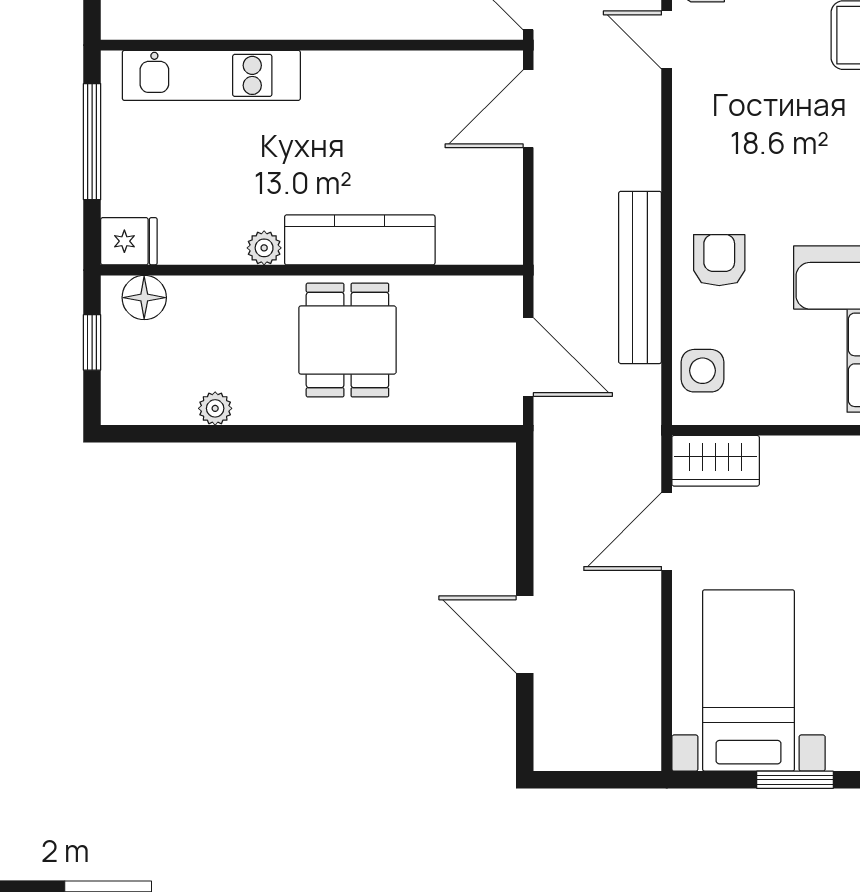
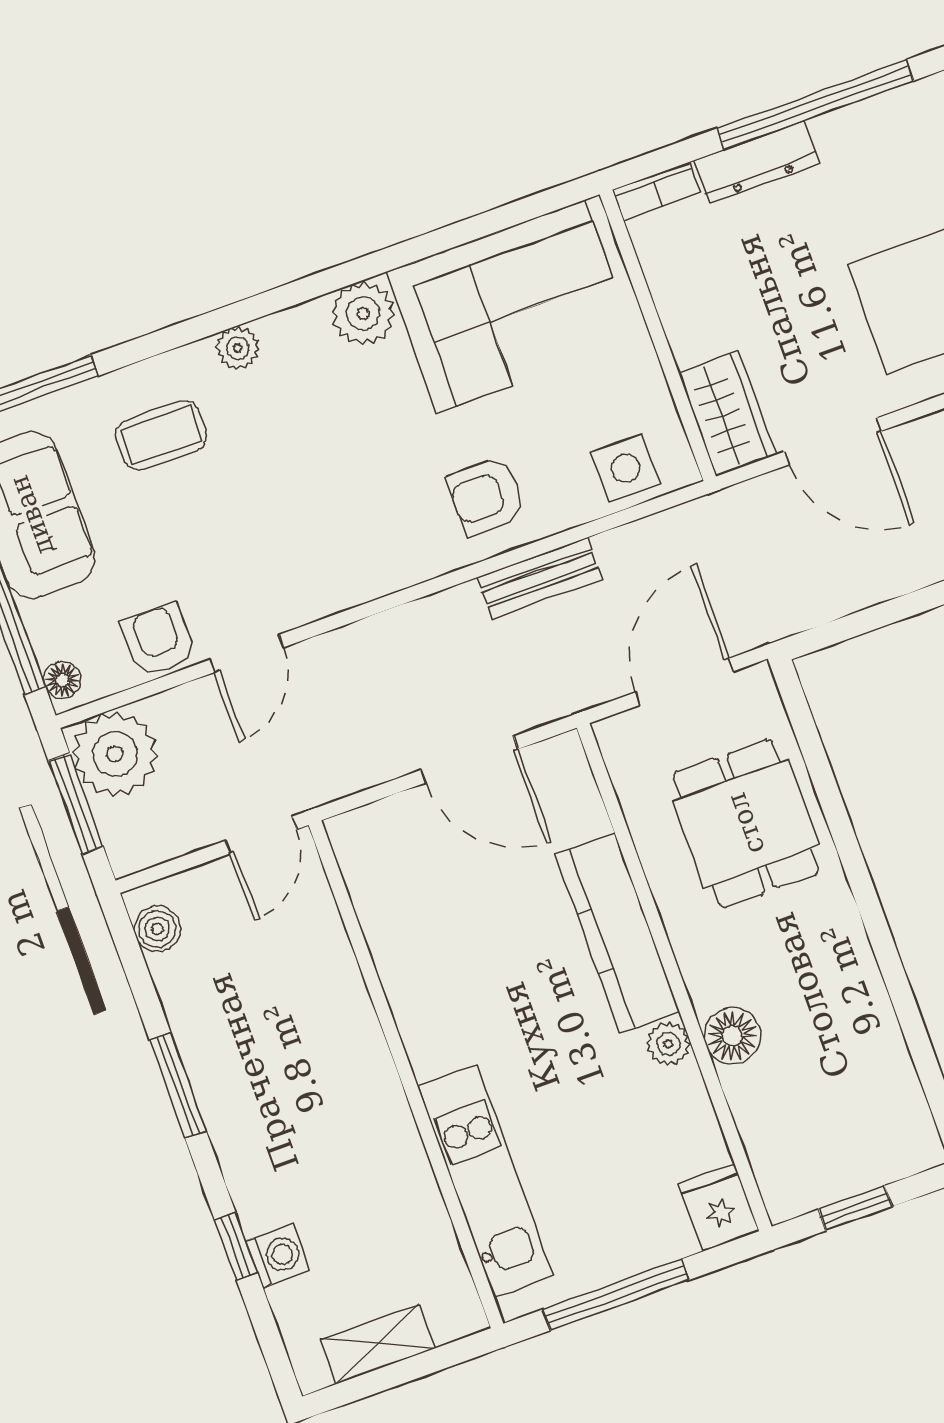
door: (528, 109) -> (469, 760), moved
bench: (640, 277) -> (540, 578), width x0.54, depth x0.82
floor lamp: (144, 298) -> (732, 1036), moved
dining table: (347, 340) -> (746, 823), moved, turned 90
plant: (215, 408) -> (881, 1033), removed

